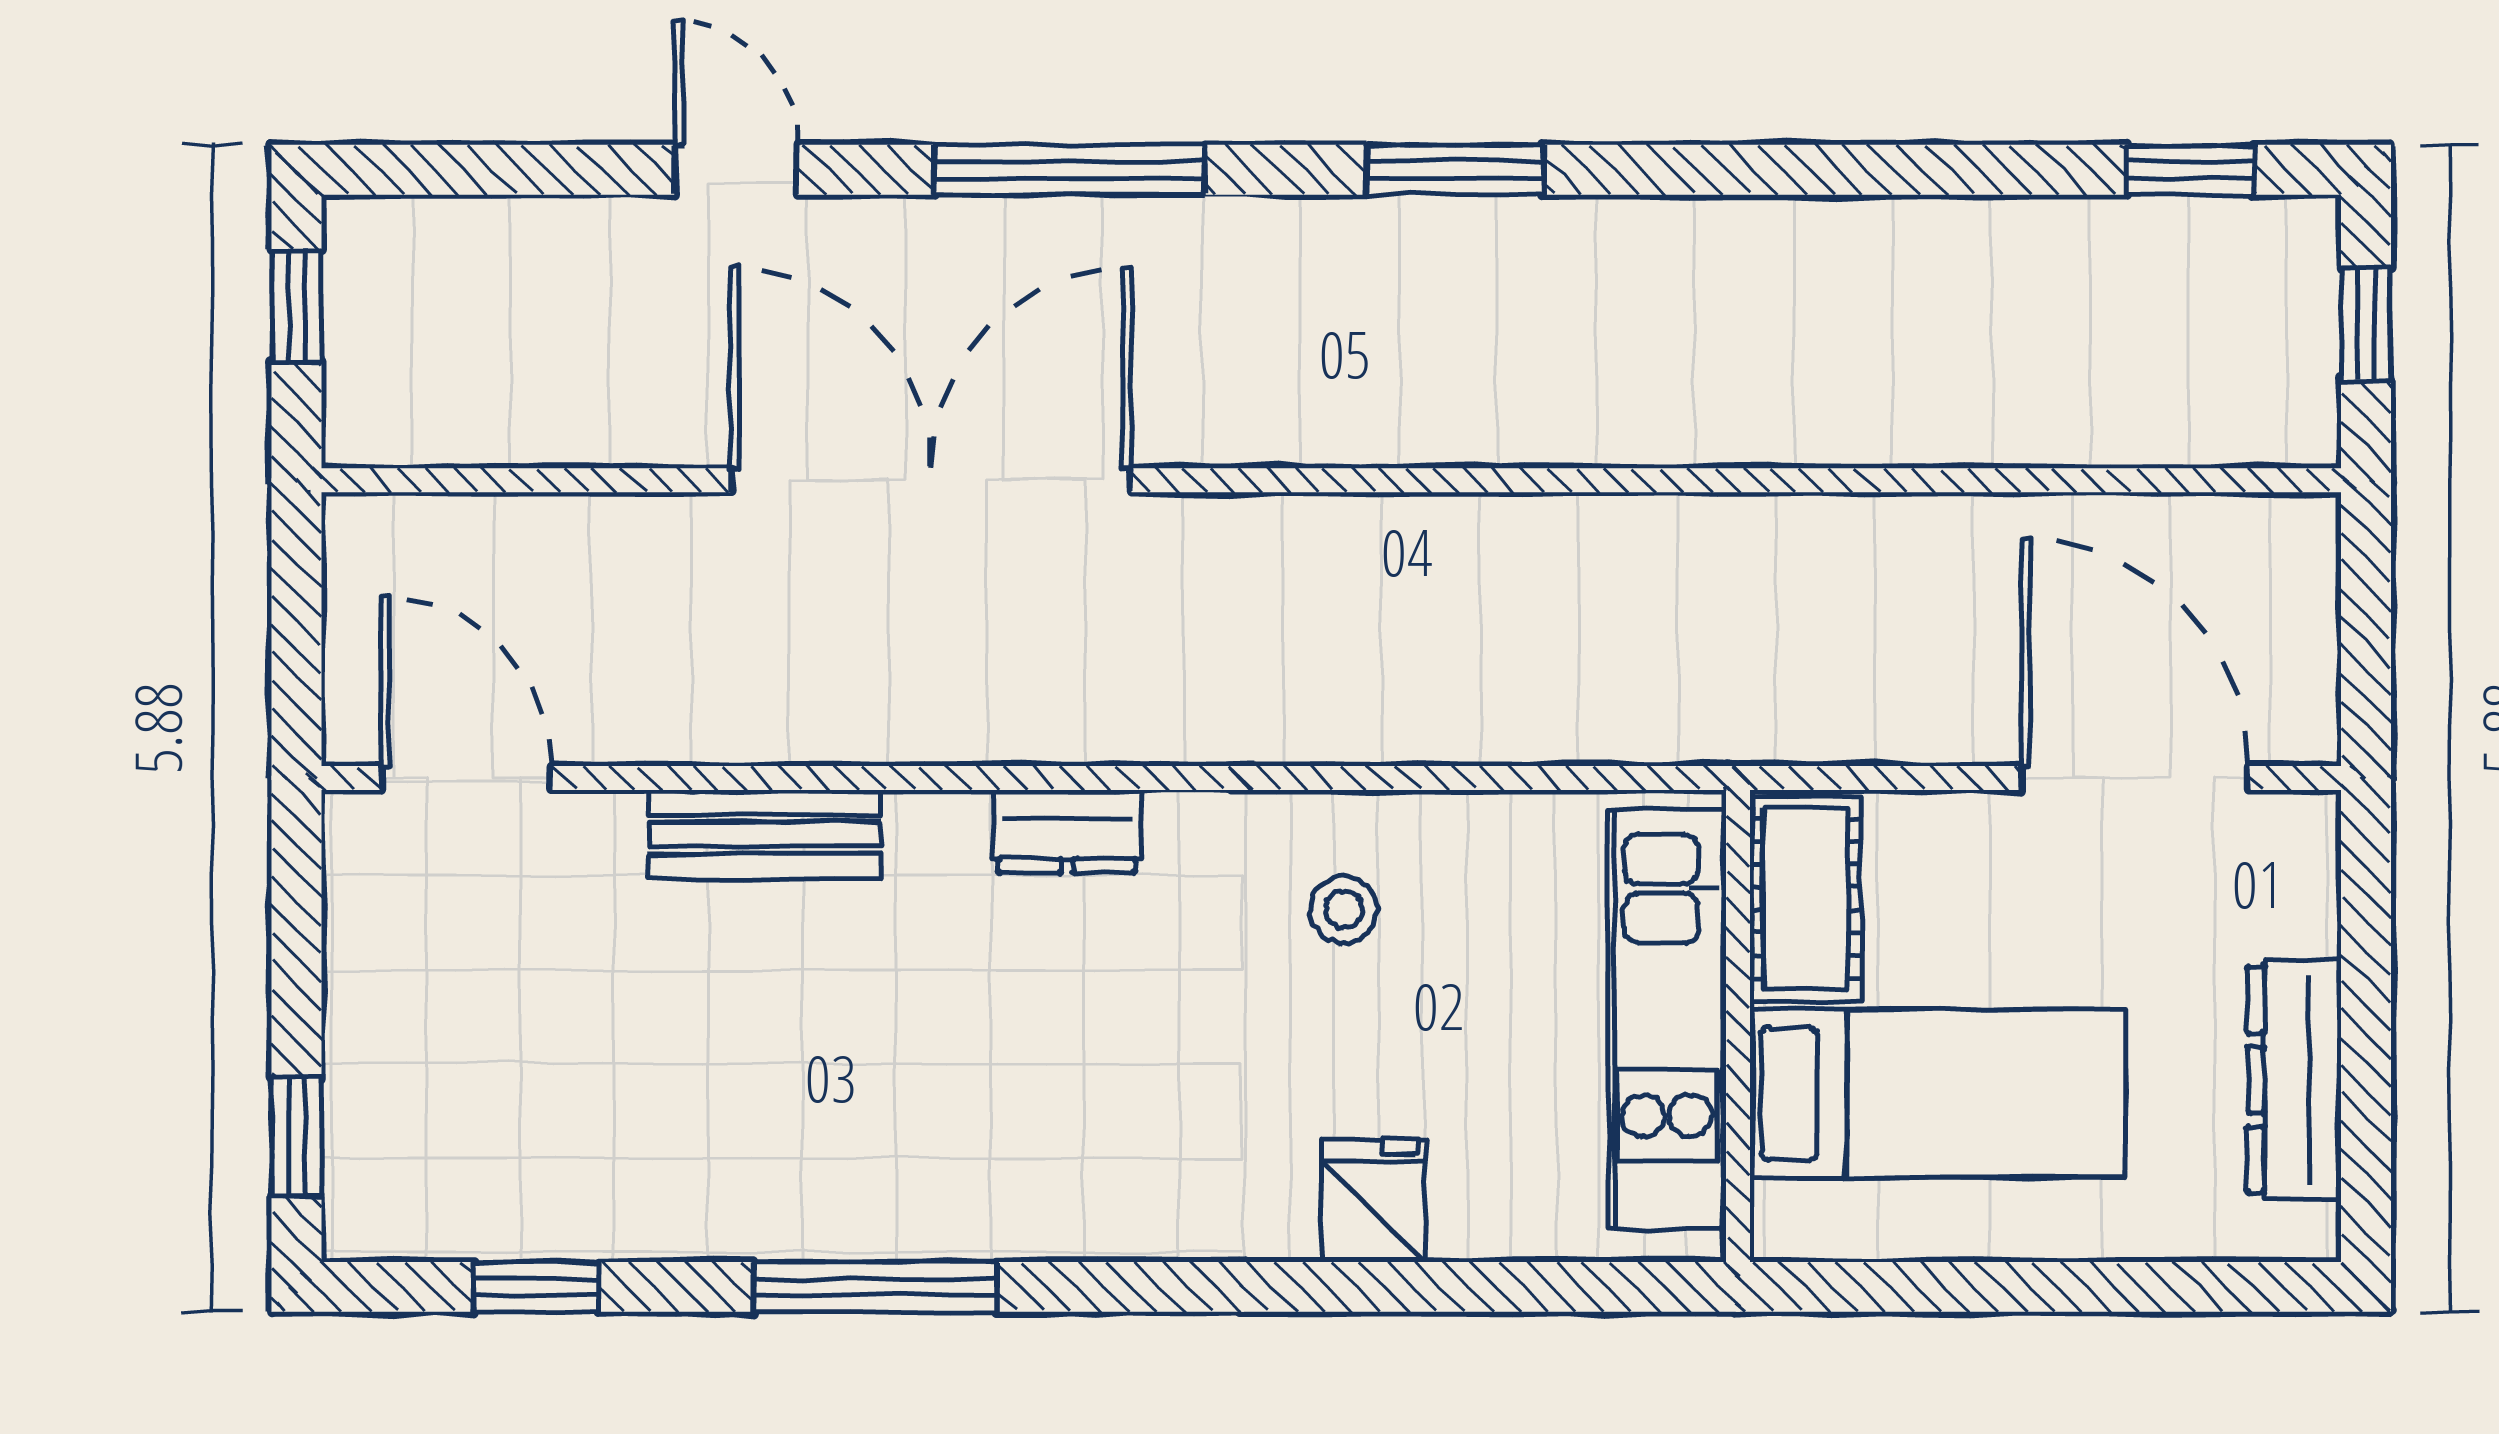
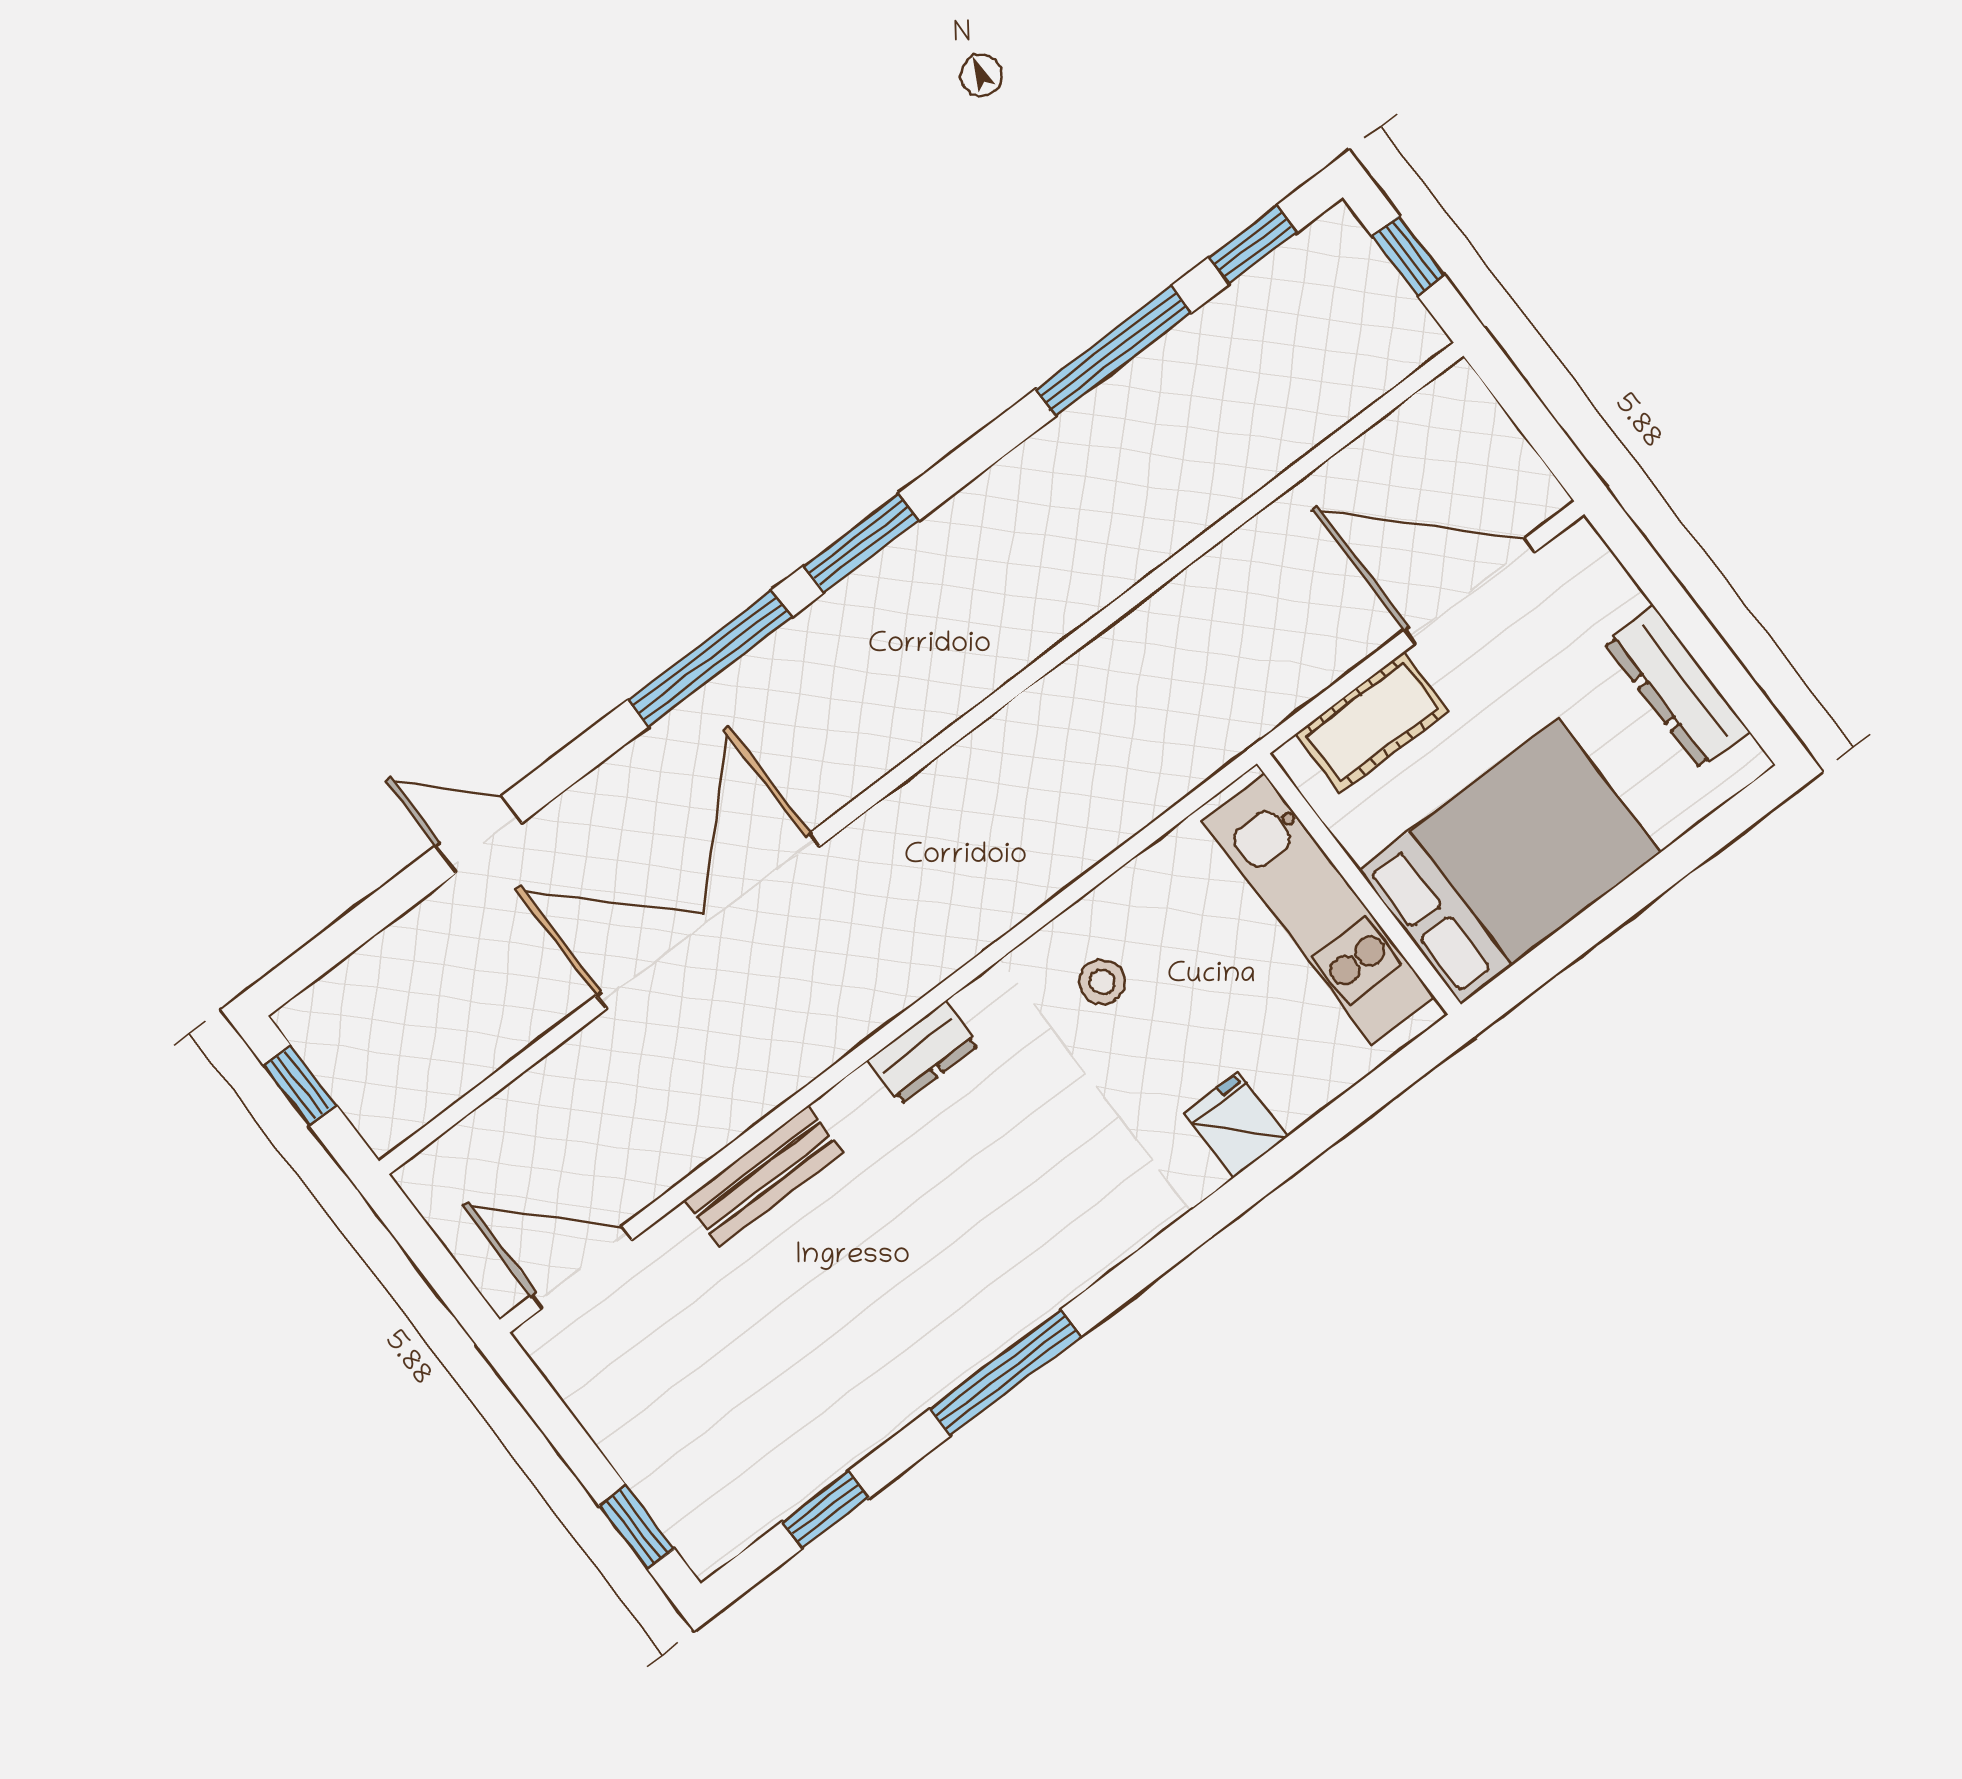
window: (1070, 170) -> (710, 658), moved
window: (1928, 170) -> (1113, 351), added
cot: (1806, 899) -> (1372, 722), moved, turned 90
bed: (1937, 1093) -> (1509, 862), width x1.50

